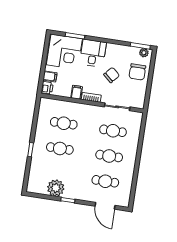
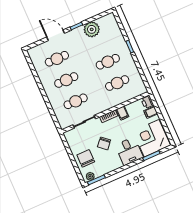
door: (105, 206) -> (56, 35), moved

